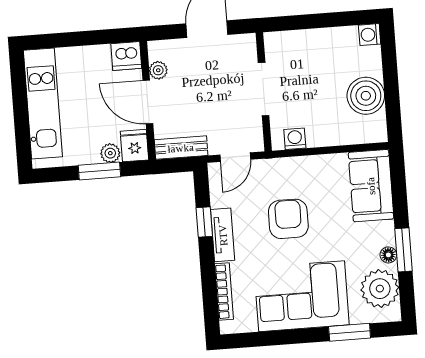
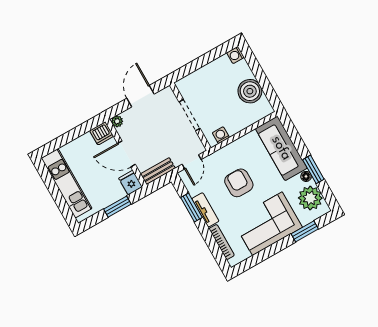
plant: (158, 70) -> (117, 121), moved
plant: (110, 153) -> (119, 193), removed
sofa: (371, 186) -> (281, 148), width x1.36
window: (204, 222) -> (191, 207), width x1.50

